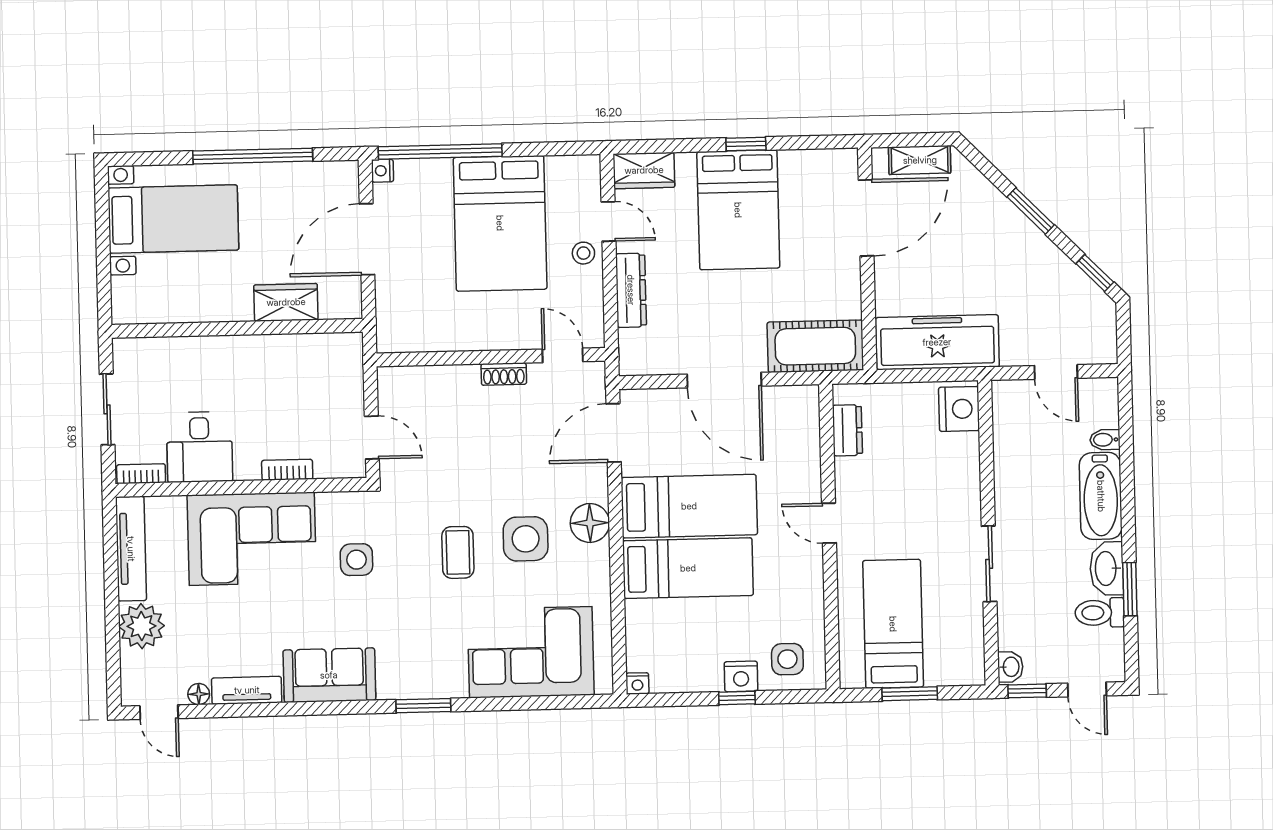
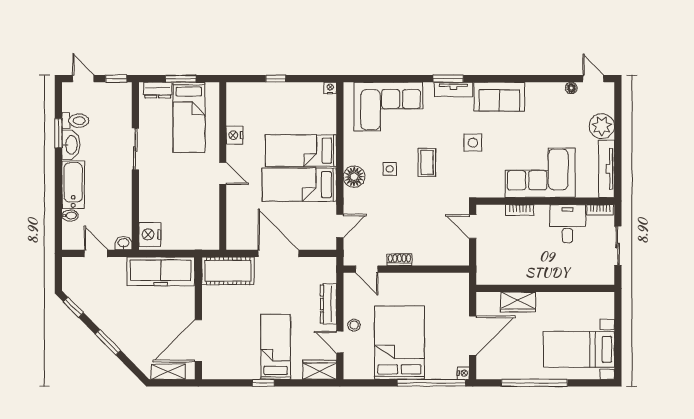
bed: (738, 210) -> (276, 347), width x0.67
dresser: (847, 430) -> (158, 90), moved, turned -90
door: (614, 433) -> (340, 226), width x0.73
side table: (526, 539) -> (390, 169), width x0.54, depth x0.54
side table: (356, 560) -> (473, 143), moved
side table: (787, 659) -> (247, 99), removed
washbasin: (1010, 667) -> (123, 243), moved, turned 90
nightstand: (741, 676) -> (235, 135), moved, turned -90
tv unit: (247, 690) -> (454, 89), moved

